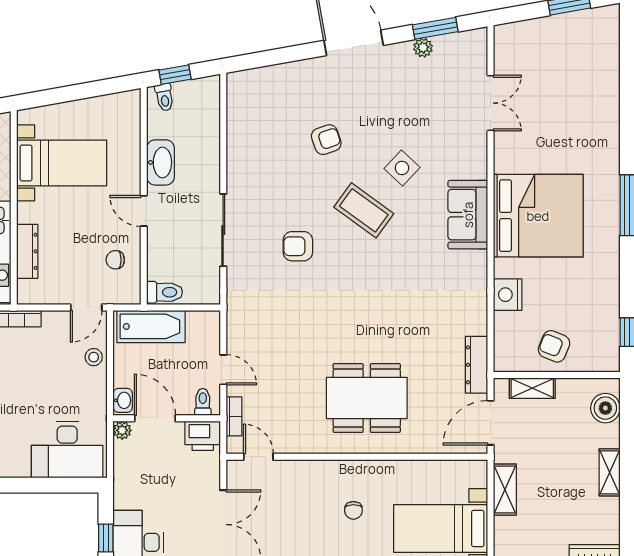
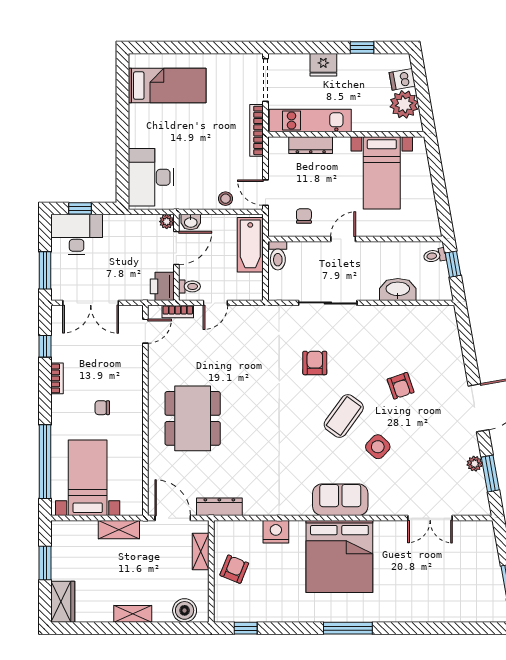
washbasin: (160, 162) -> (398, 289), moved, turned 180

